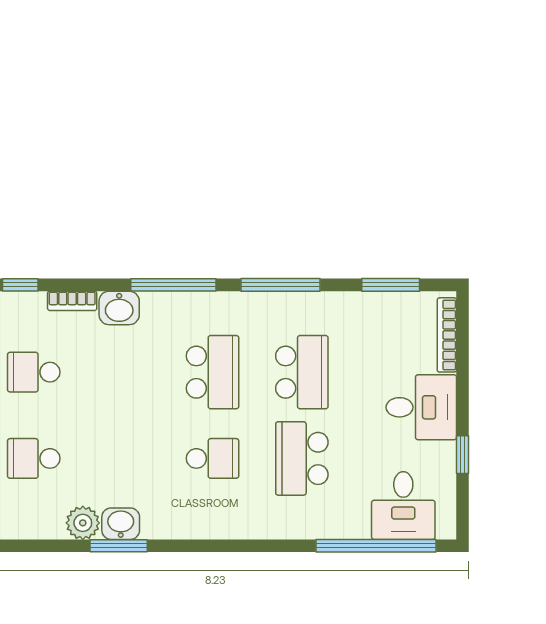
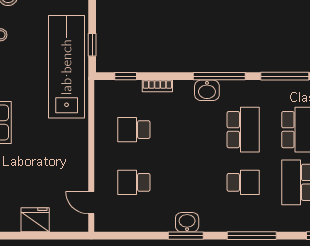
washbasin: (119, 308) -> (207, 90), moved
plant: (83, 523) -> (164, 222), removed
window: (226, 546) -> (252, 236), added

